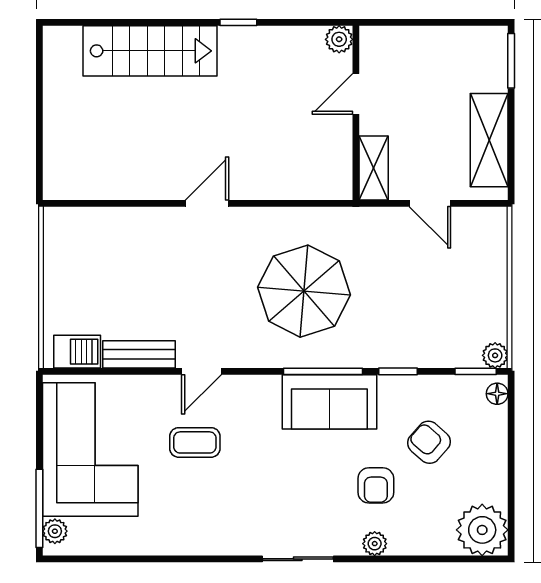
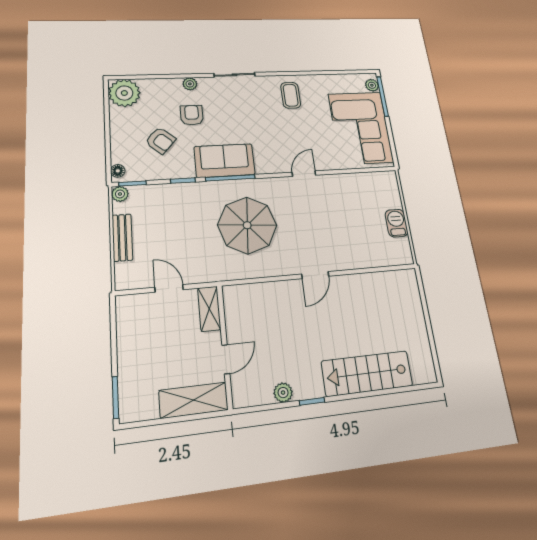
plant: (339, 39) -> (283, 393), moved
shelving: (489, 140) -> (193, 400), moved, turned 90
barbecue: (77, 352) -> (396, 223), moved, turned 90
bench: (139, 354) -> (122, 238), moved, turned 90
coffee table: (195, 442) -> (291, 95), moved, turned 90

